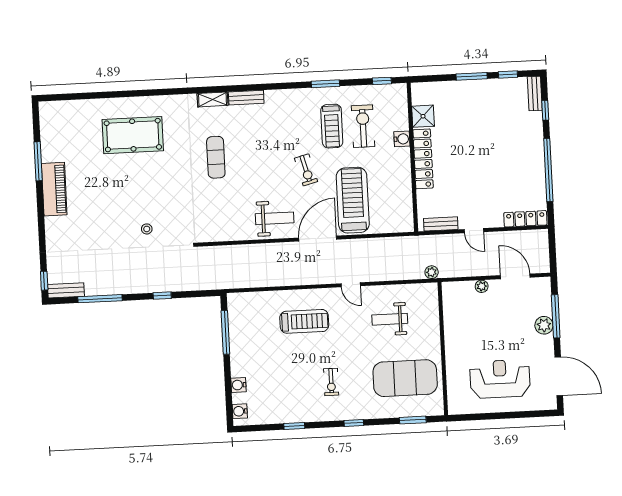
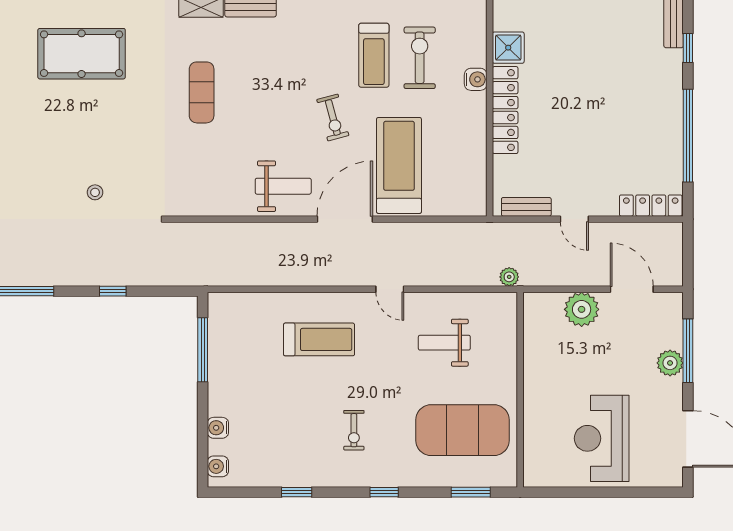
plant: (482, 286) -> (582, 309), width x1.87, depth x1.87
reception desk: (500, 379) -> (602, 438), turned -90

